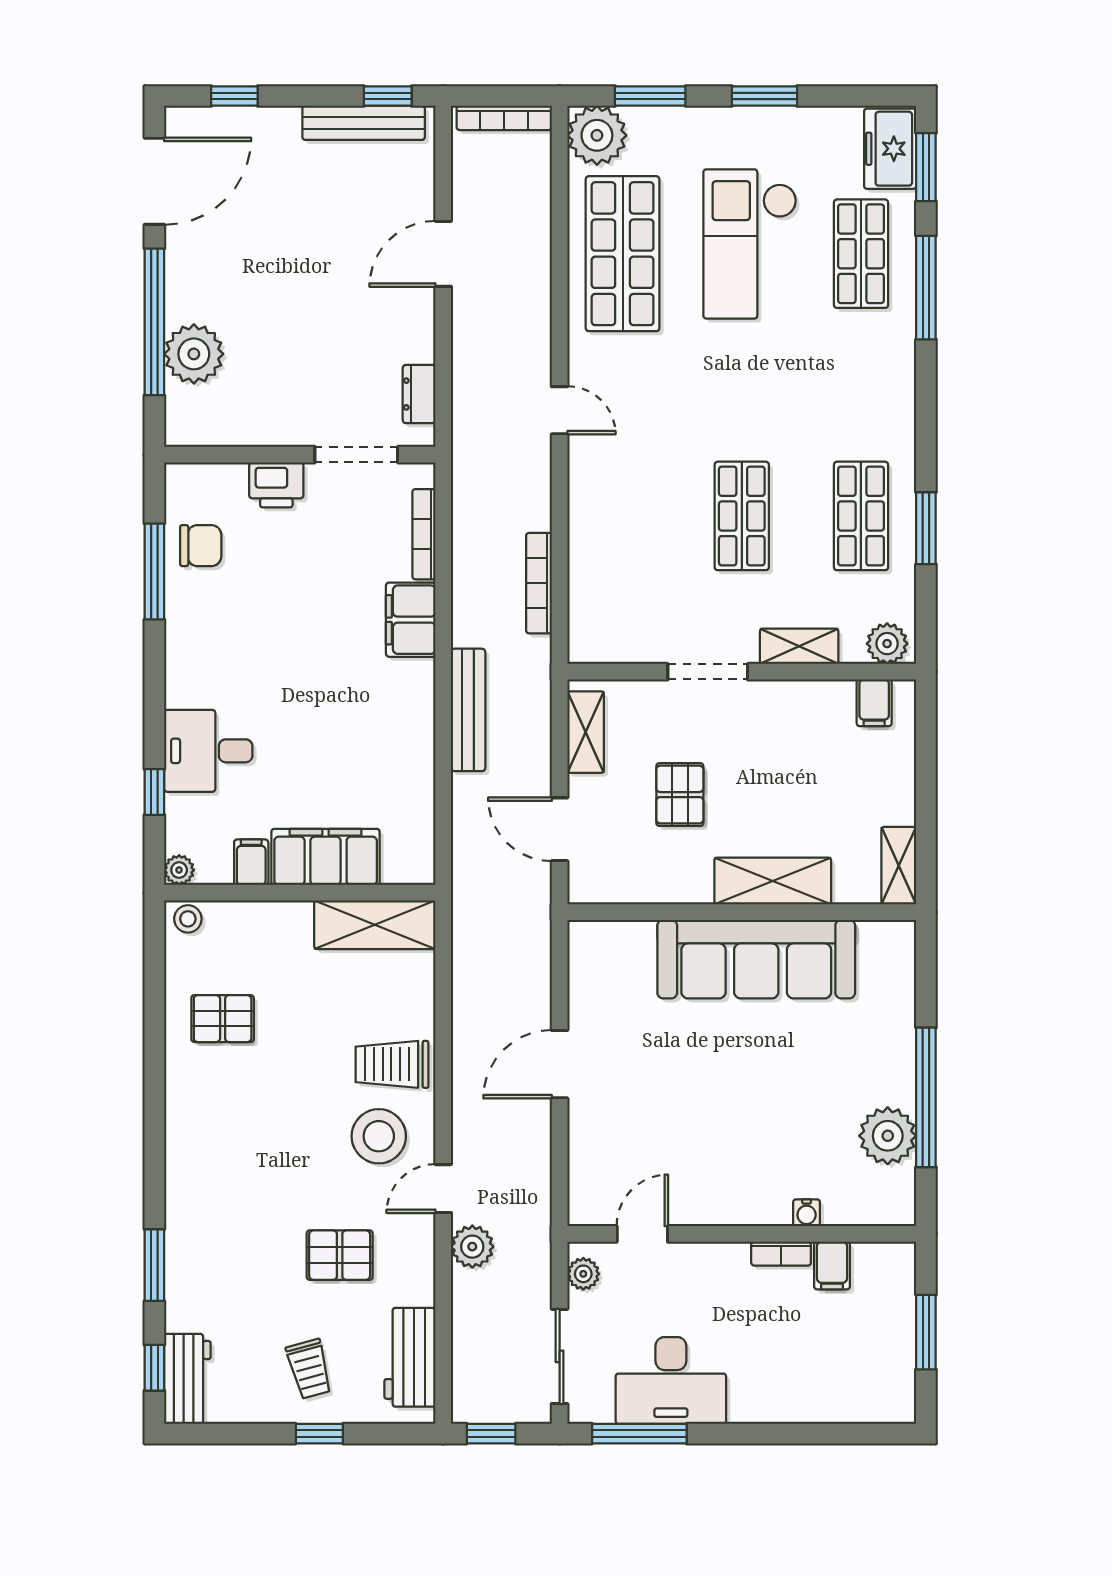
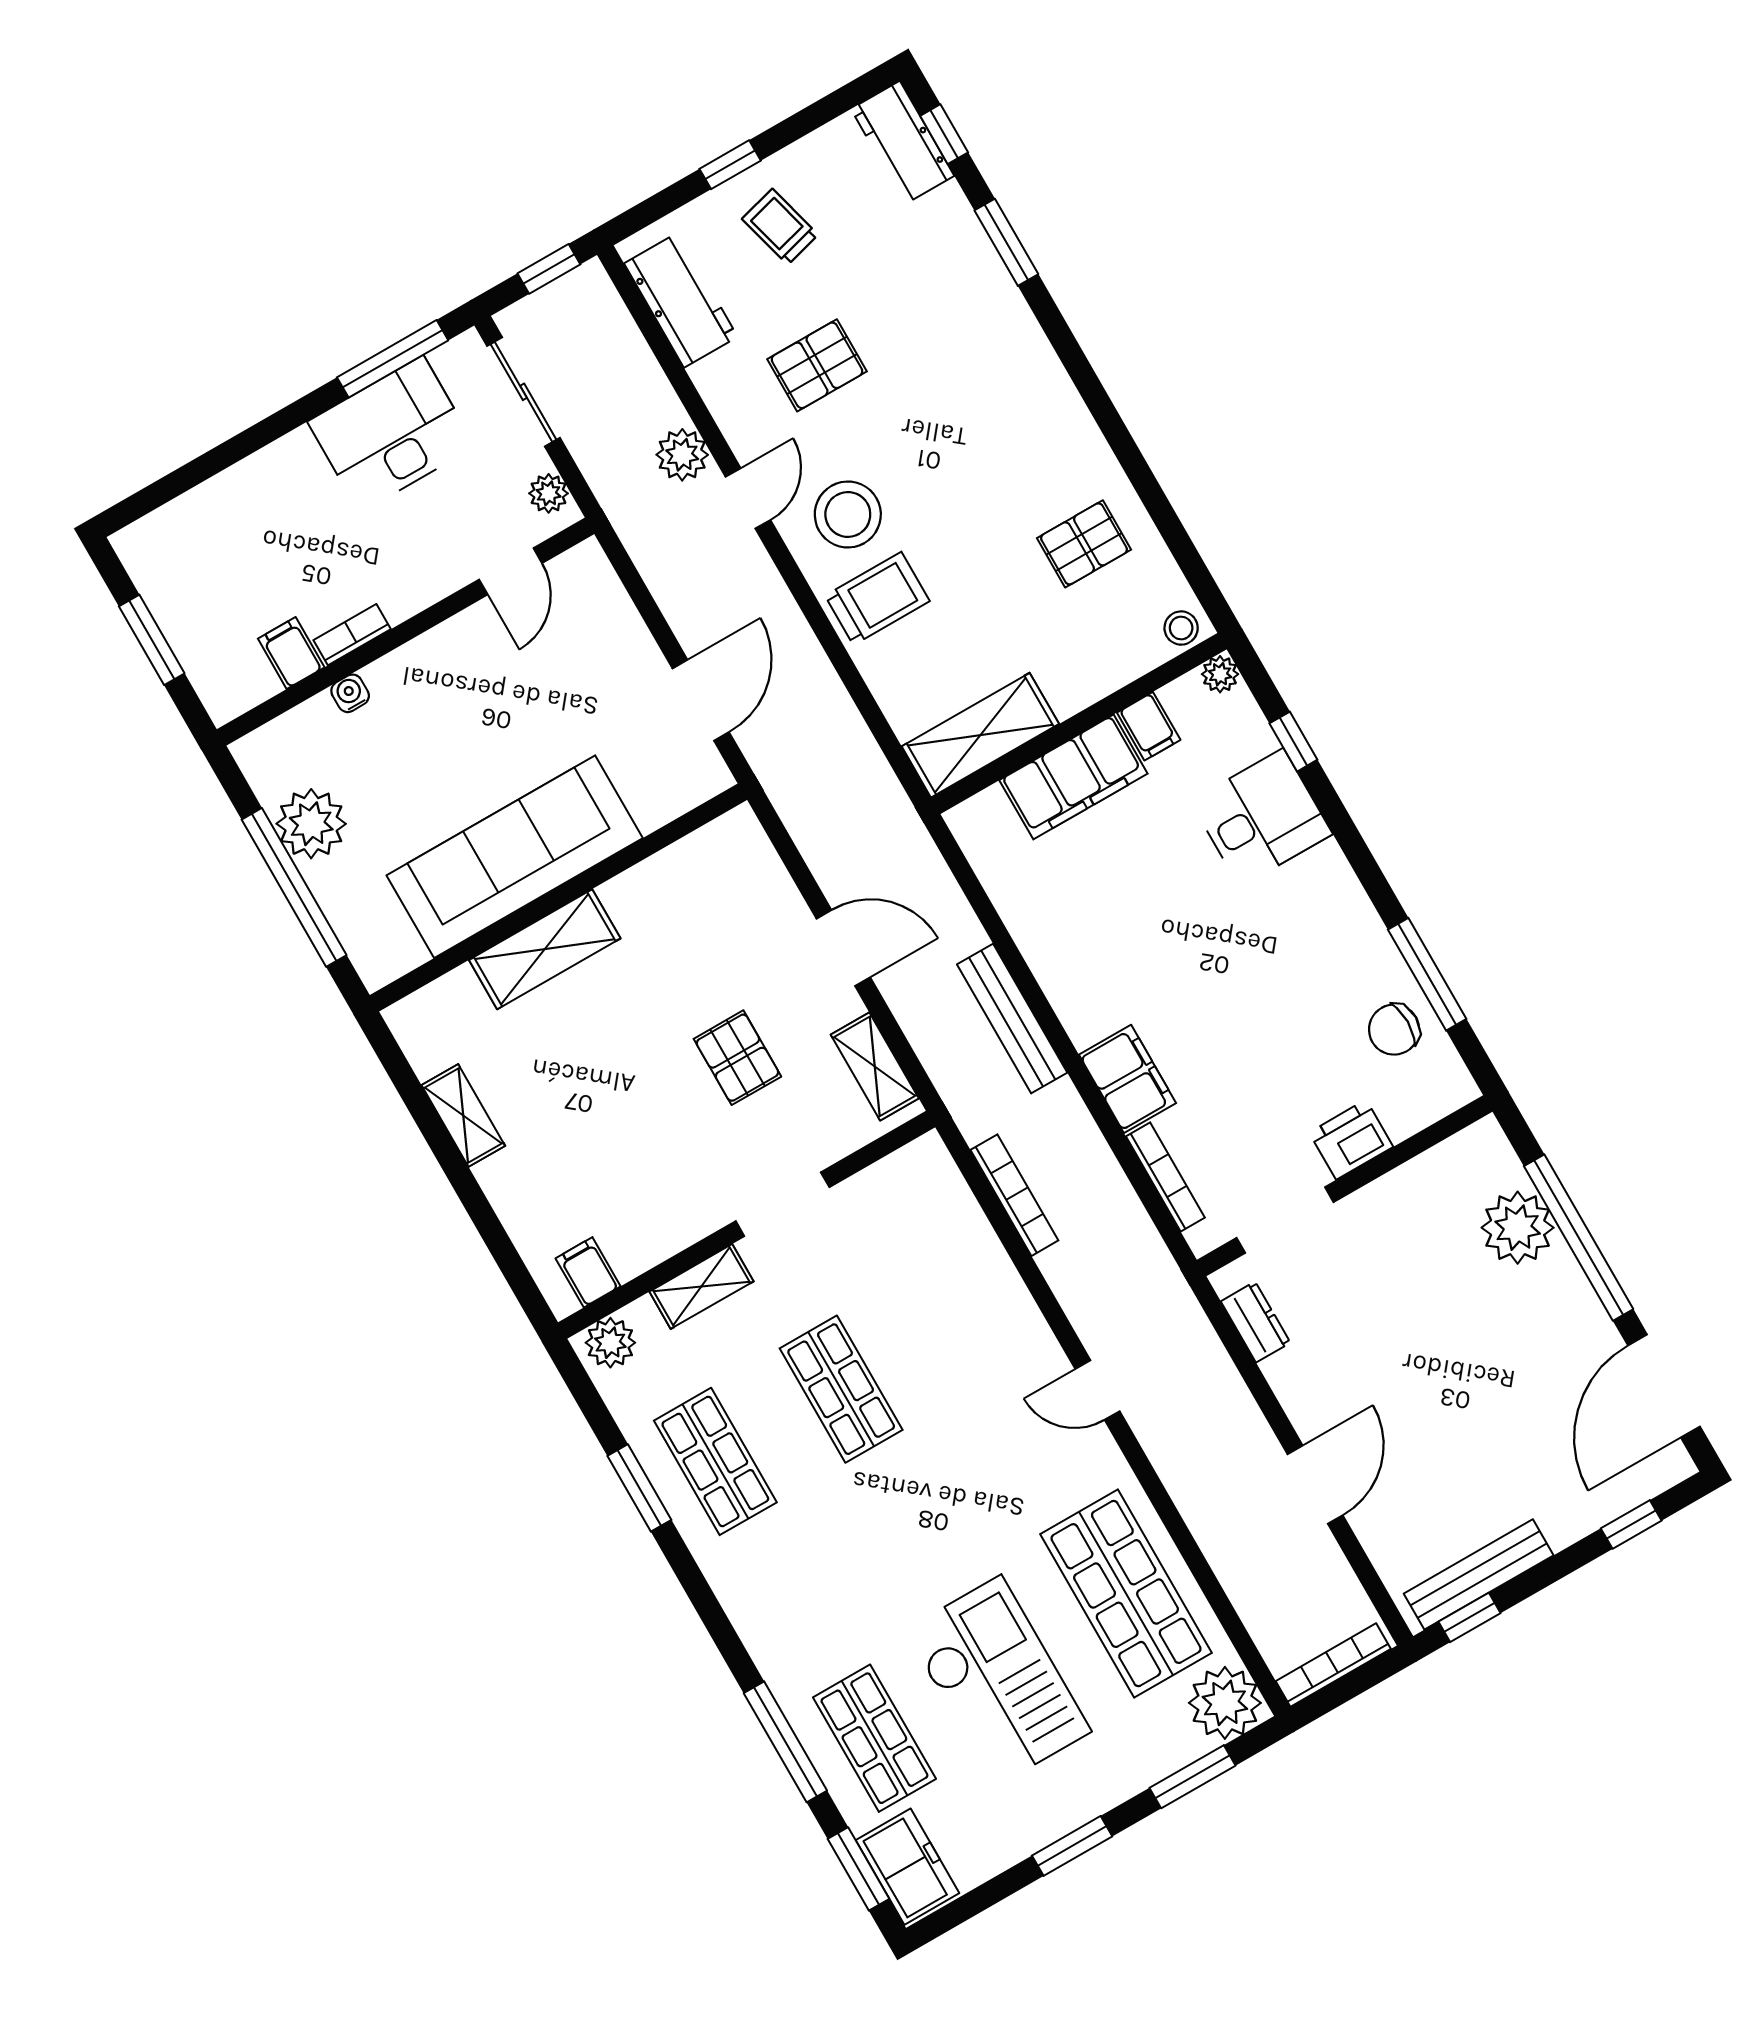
shelving: (773, 881) -> (545, 949), moved
wall: (742, 912) -> (558, 898), moved
sofa: (756, 959) -> (515, 857), moved

